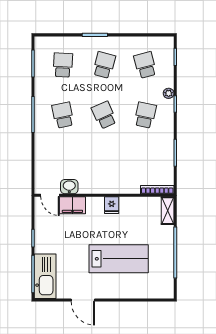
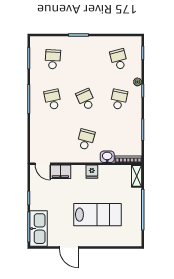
school desk: (104, 65) -> (86, 140), moved
washbasin: (69, 187) -> (107, 157), moved

